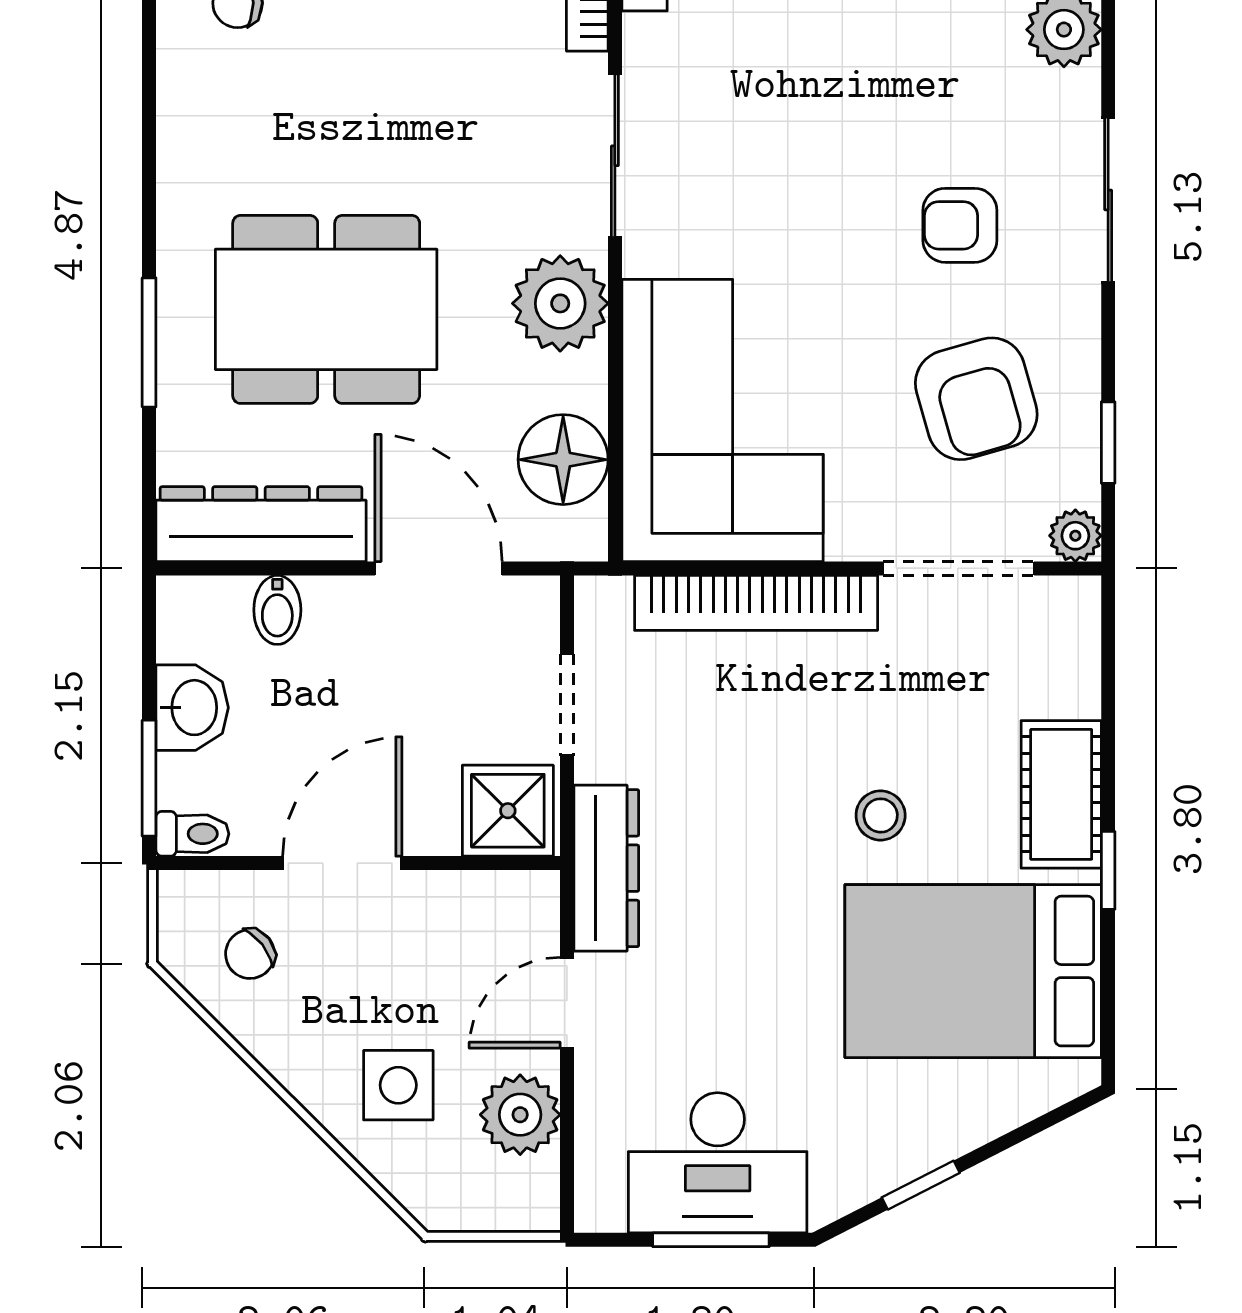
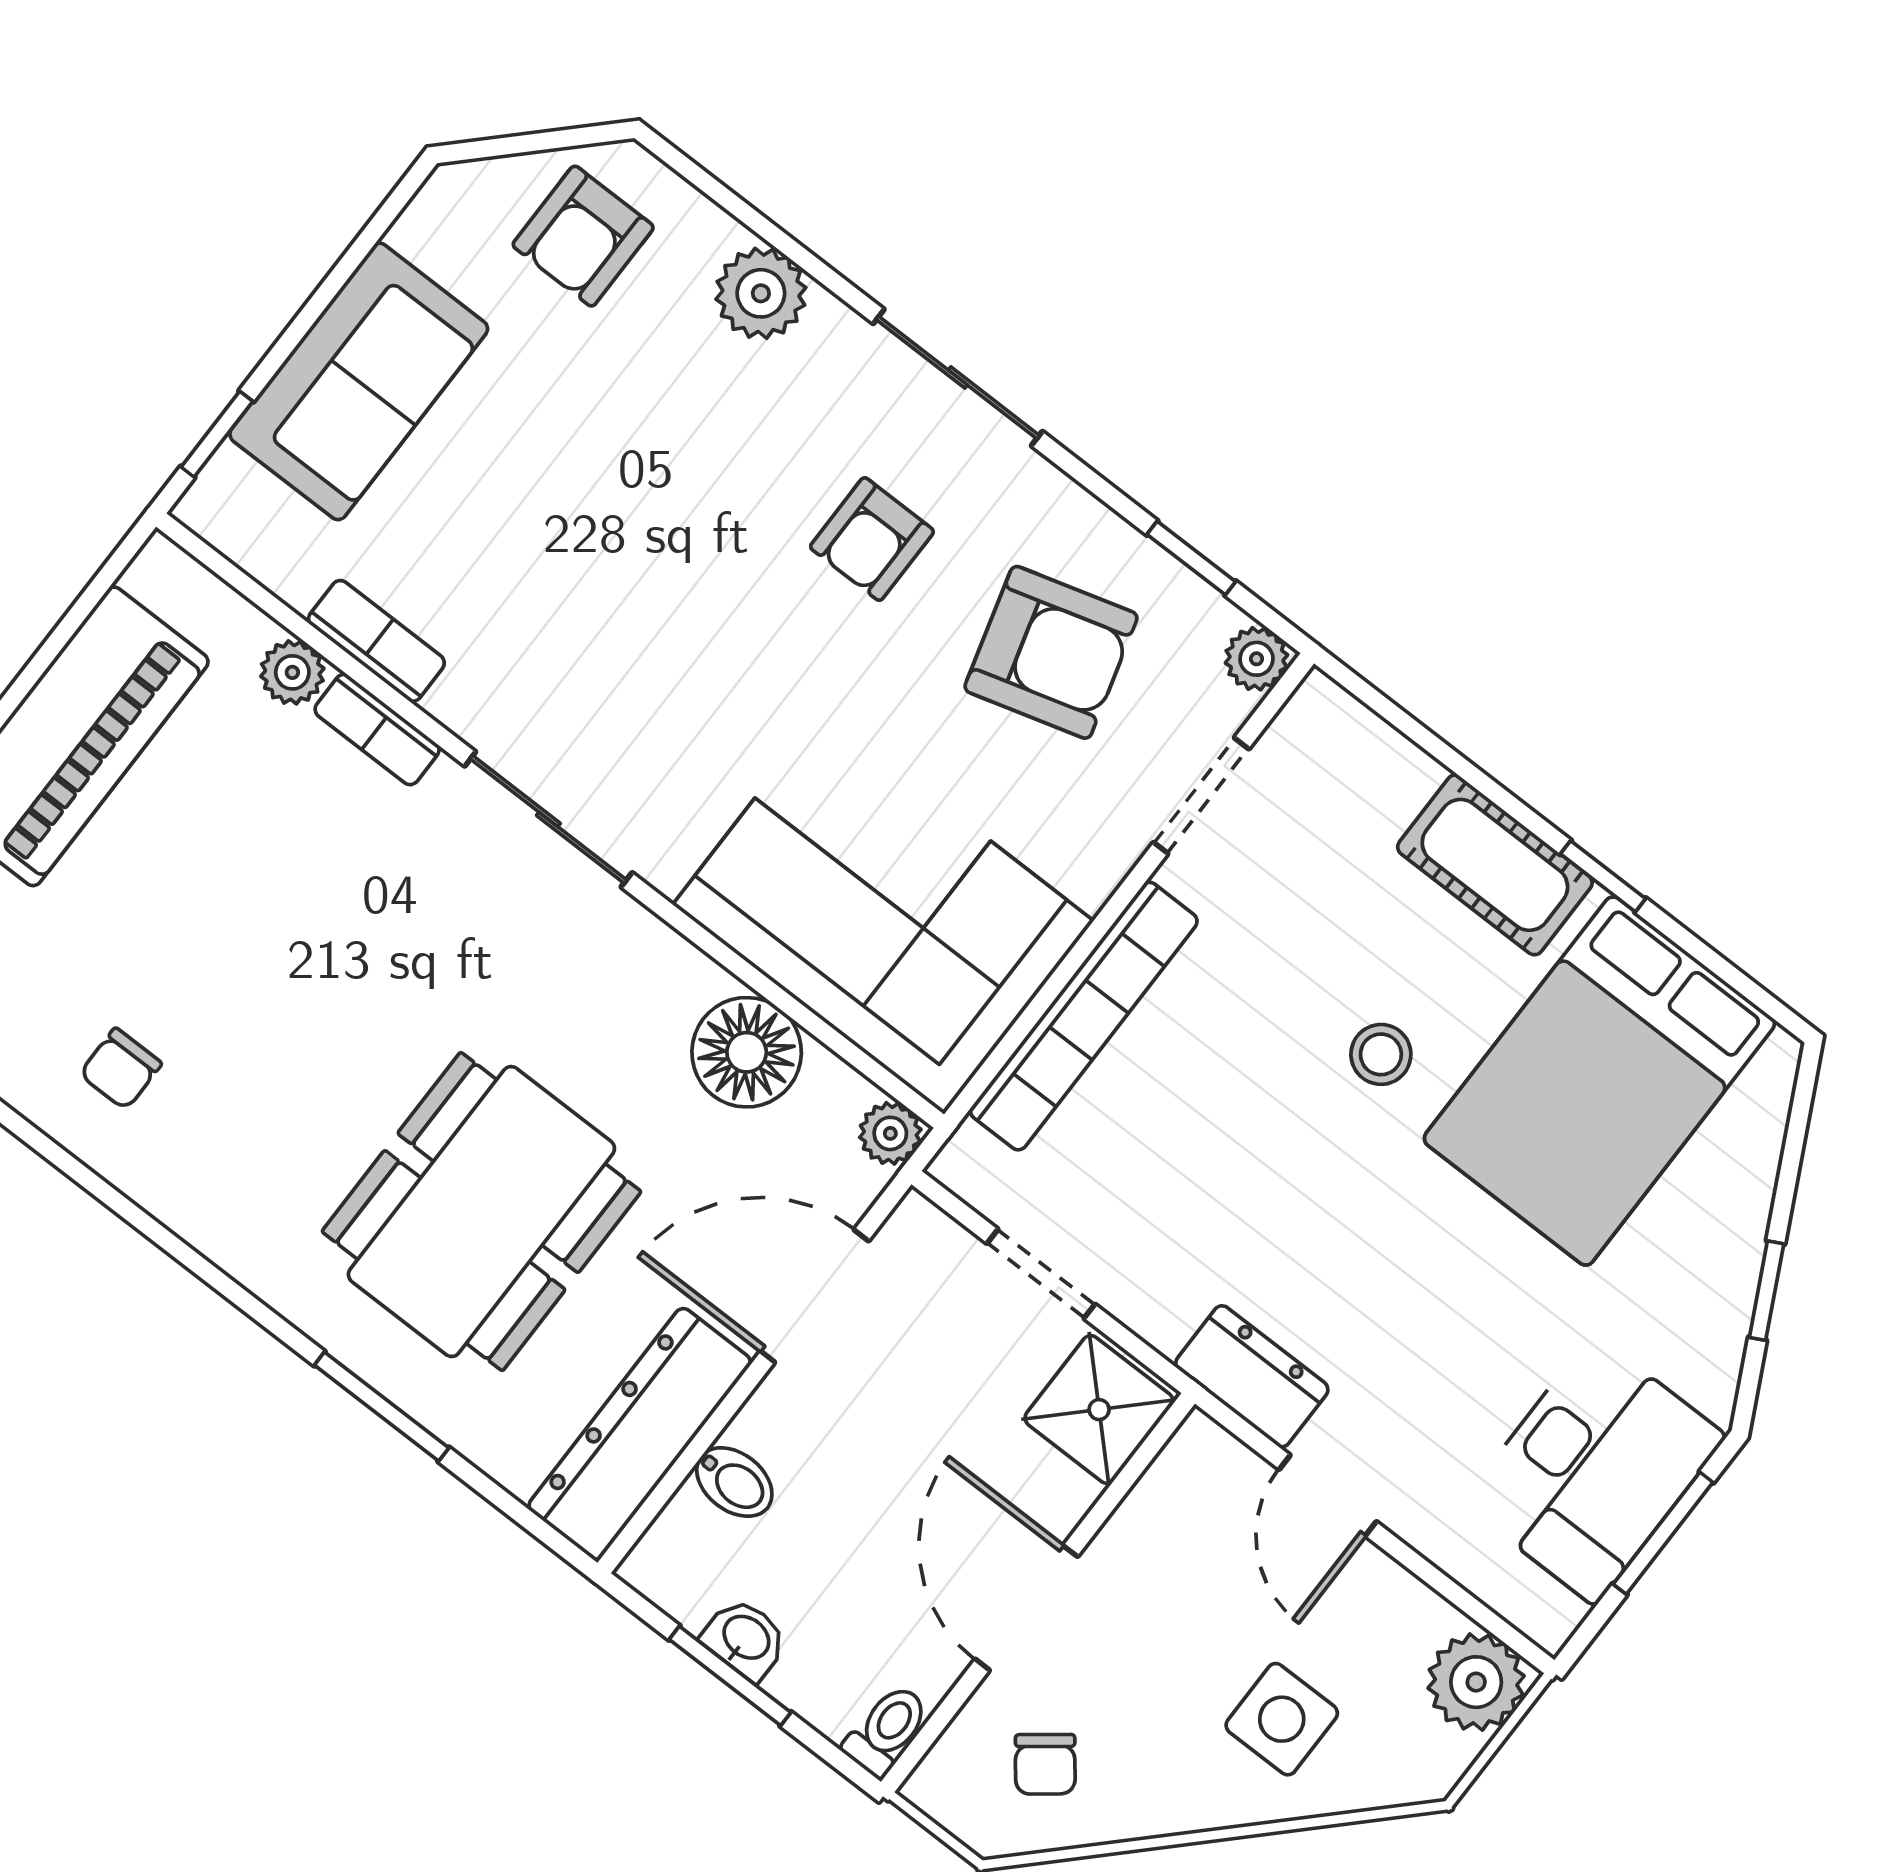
plant: (560, 303) -> (890, 1133), moved, width x0.53, depth x0.53
floor lamp: (563, 460) -> (747, 1052), moved
doorway: (959, 568) -> (1201, 796), width x0.73
washbasin: (192, 708) -> (745, 1639), width x0.72, depth x0.69
window: (149, 778) -> (730, 1676), moved
dresser: (606, 868) -> (1252, 1376), width x0.70
plant: (520, 1115) -> (1476, 1682), moved

